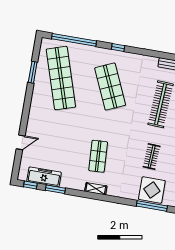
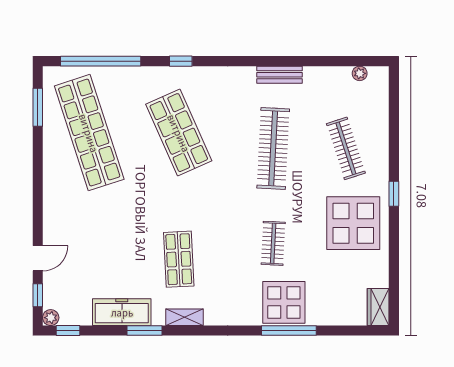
window: (33, 72) -> (38, 107), moved
window: (17, 163) -> (38, 295), added
plant: (22, 176) -> (51, 318), added
freezer: (44, 177) -> (122, 312), moved
window: (55, 189) -> (145, 331), moved

